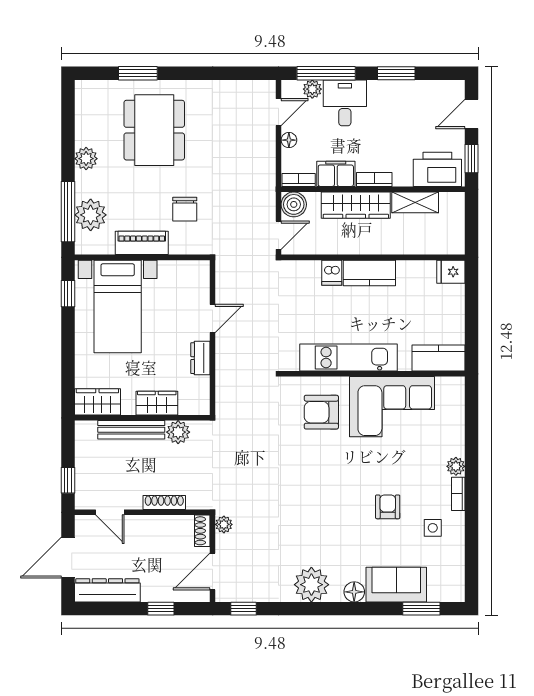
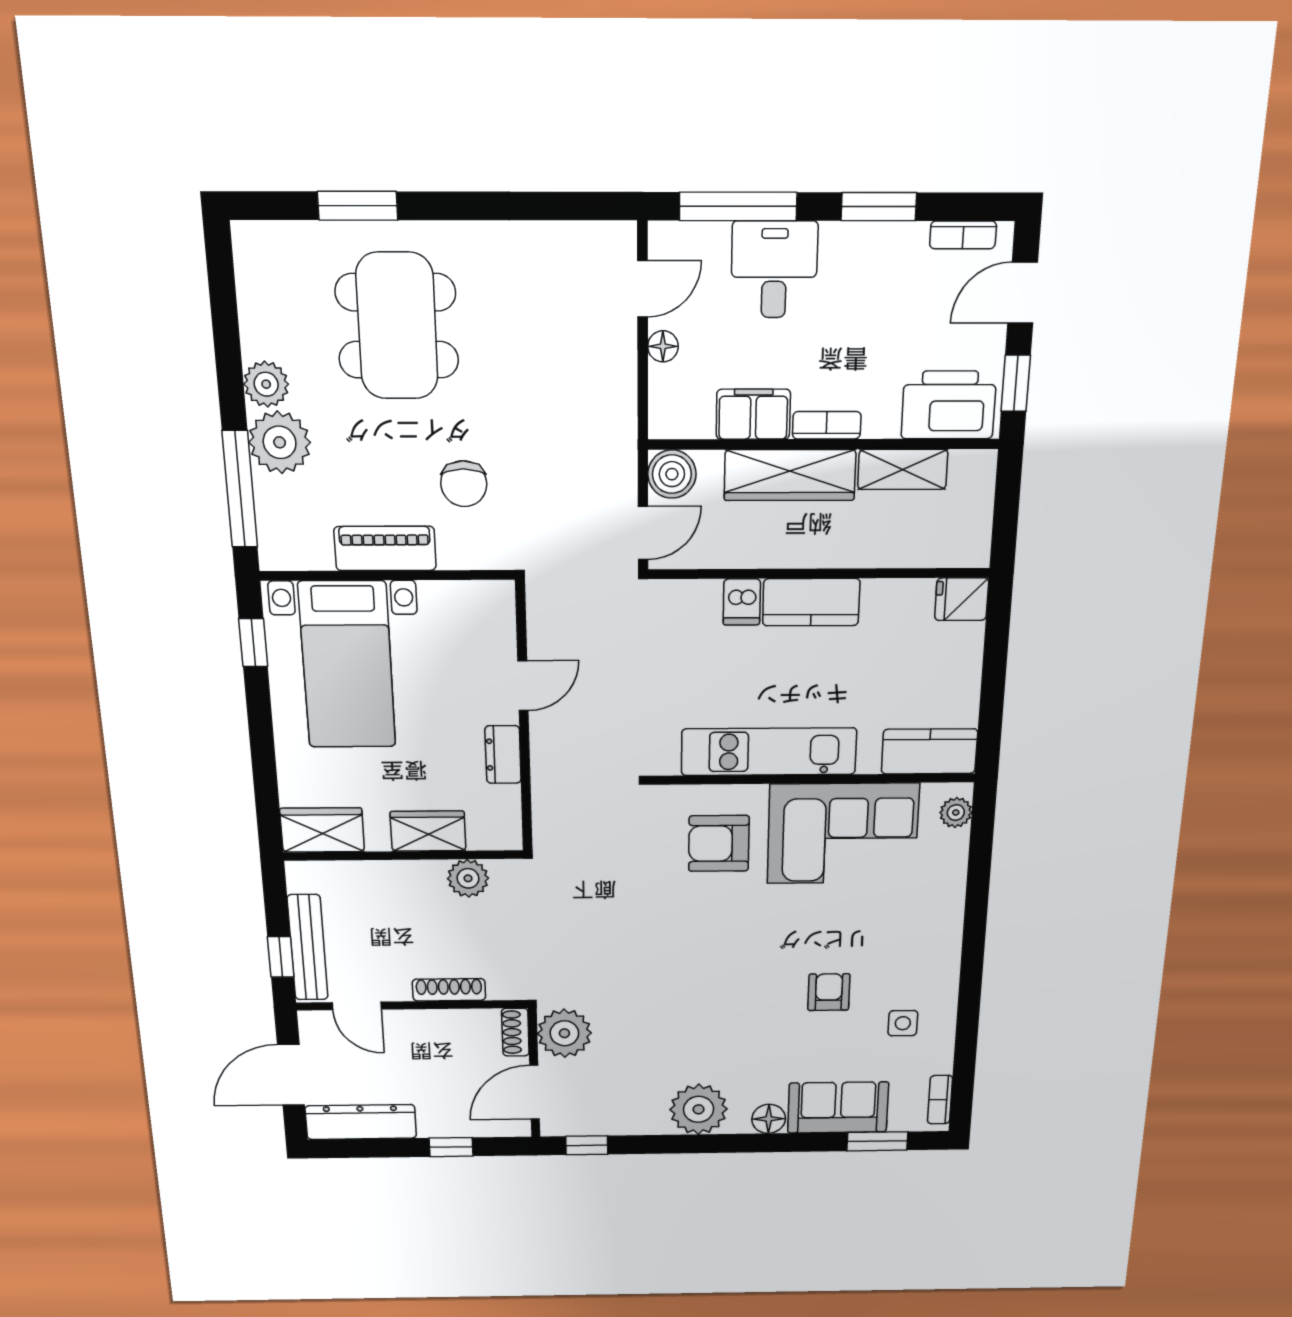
plant: (312, 89) -> (710, 240), removed
bookcase: (299, 180) -> (963, 235), moved, turned 180
plant: (91, 215) -> (280, 442), moved
bench: (131, 430) -> (308, 948), moved, turned 90
plant: (456, 466) -> (956, 812), moved
bookcase: (458, 494) -> (940, 1100), moved
plant: (224, 524) -> (564, 1033), width x1.88, depth x1.88

